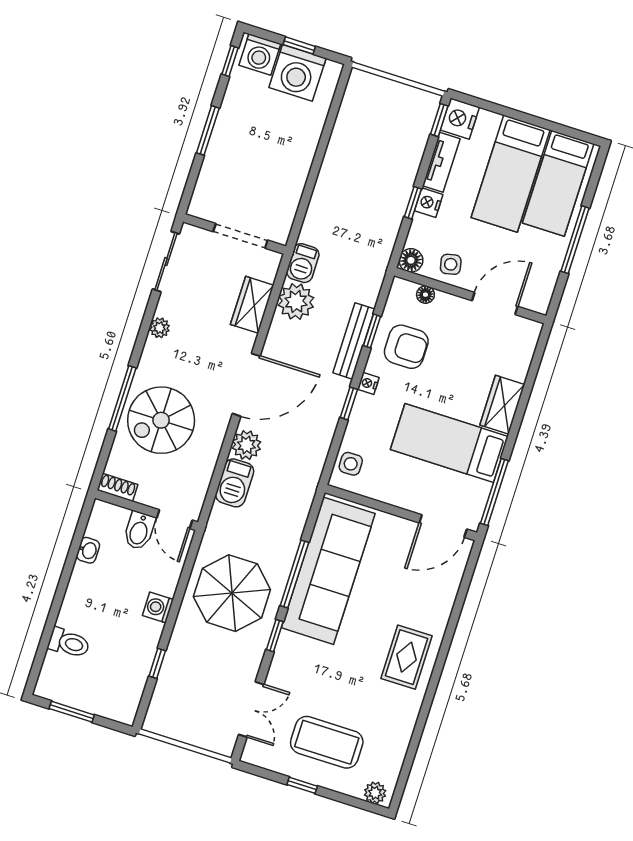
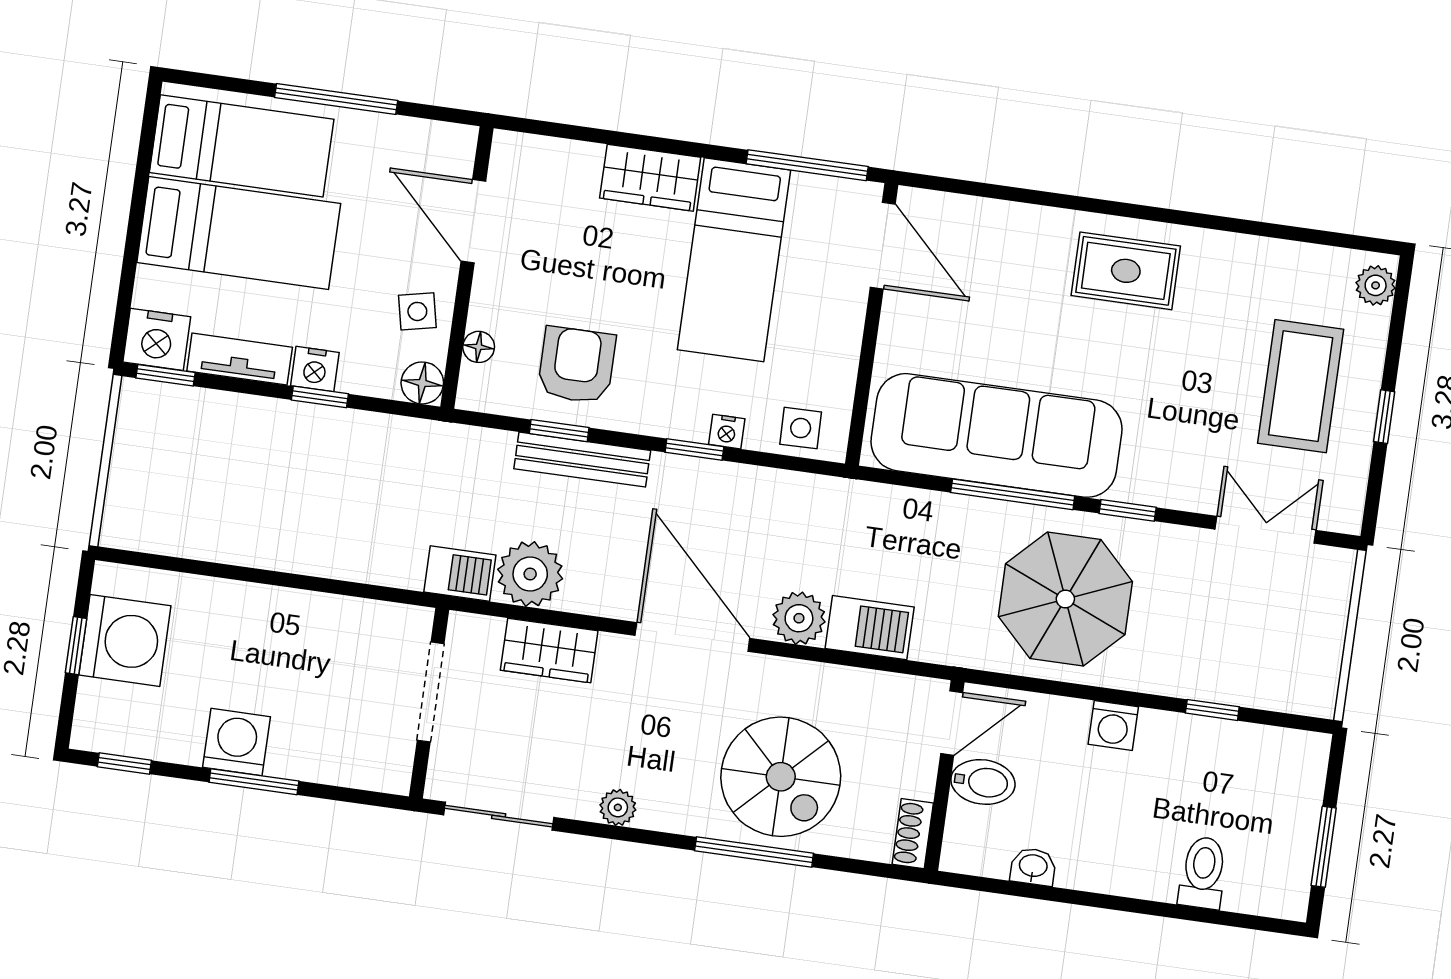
washing machine: (260, 54) -> (237, 742), moved, turned -90
nightstand: (368, 383) -> (727, 432), moved

